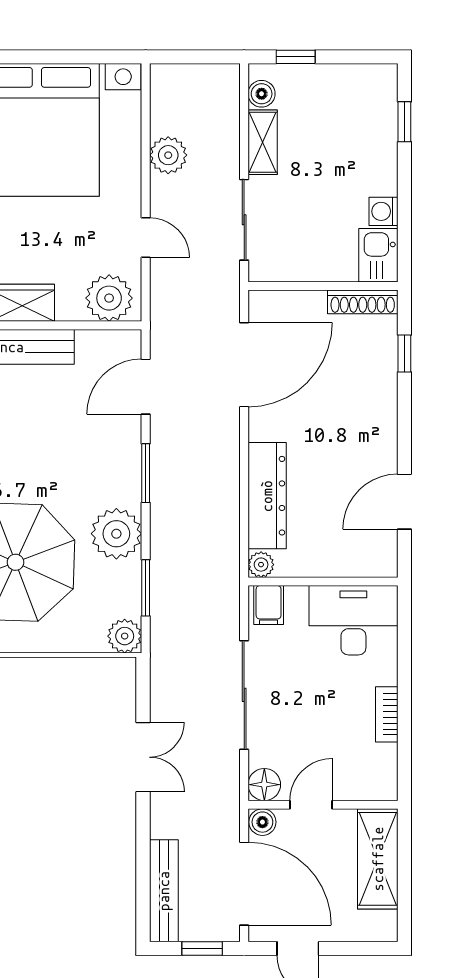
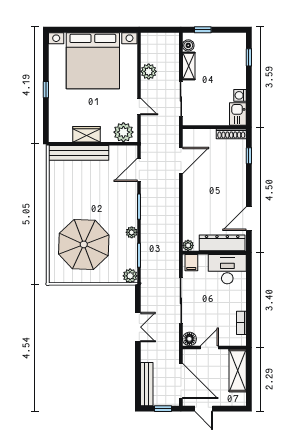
door: (244, 365) -> (181, 161), width x0.73
dresser: (267, 496) -> (222, 243), moved, turned -90
plant: (116, 534) -> (132, 232), width x0.53, depth x0.53
bookcase: (387, 714) -> (241, 323), moved
boiler: (262, 822) -> (189, 355), removed

